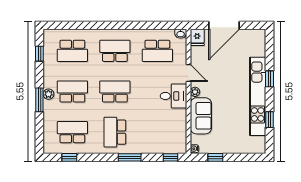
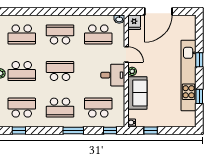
school desk: (72, 91) -> (22, 71), turned 180
school desk: (115, 132) -> (60, 108), turned -90
school desk: (157, 132) -> (98, 108), added

